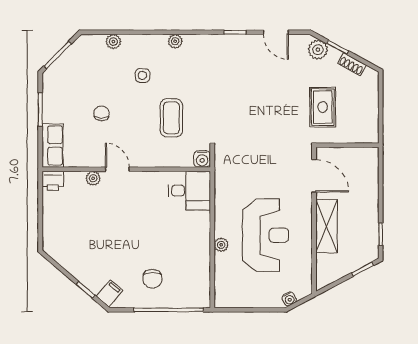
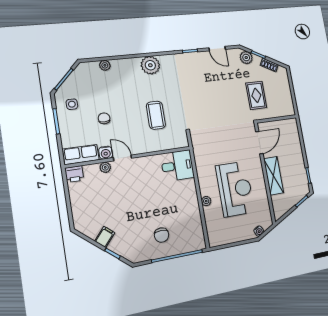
plant: (175, 41) -> (150, 65), width x1.87, depth x1.87
side table: (142, 75) -> (72, 104), moved
row of seats: (53, 145) -> (81, 155), moved, turned -90
water cooler: (202, 159) -> (106, 153), moved
door: (314, 176) -> (259, 143), hinge flipped
filing cabinet: (110, 293) -> (105, 237), moved

